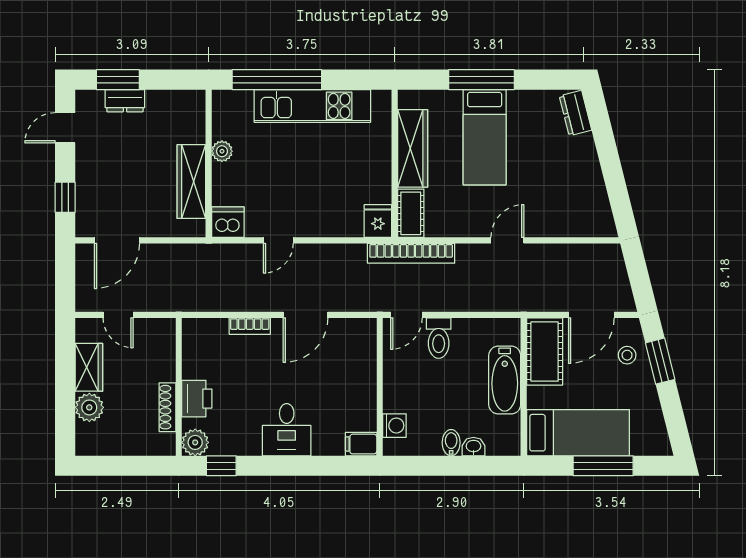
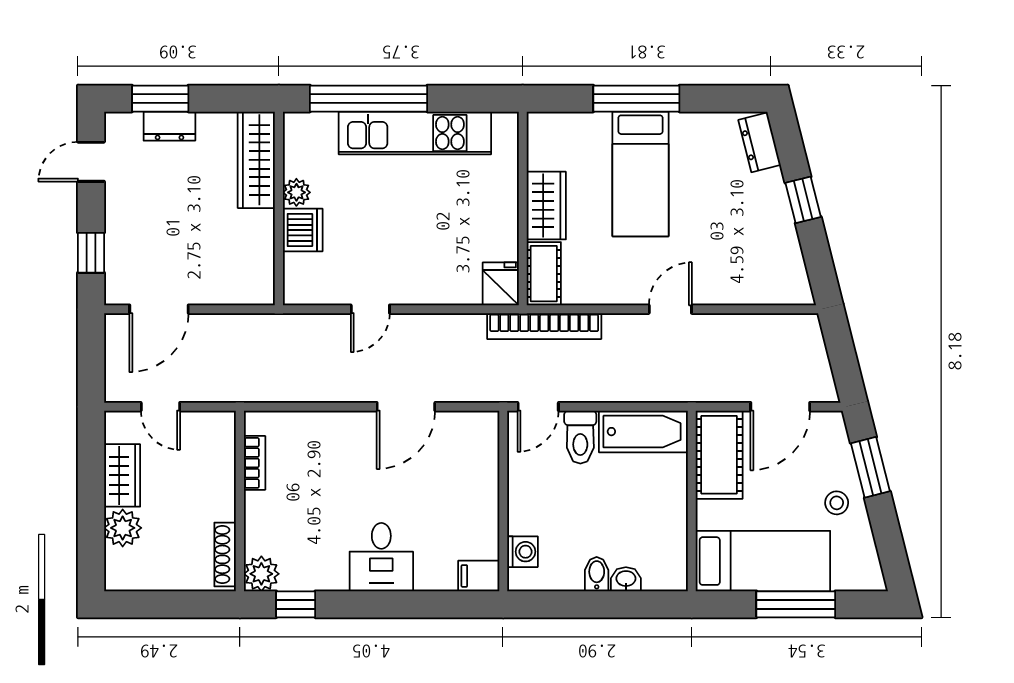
wardrobe: (413, 148) -> (546, 206), width x0.67
window: (609, 157) -> (803, 200), added
wardrobe: (191, 182) -> (256, 160), moved
dishwasher: (228, 222) -> (303, 230), moved, turned 90
bookcase: (250, 326) -> (255, 463), moved, turned -90
stool: (627, 355) -> (837, 503), moved
bathtub: (505, 380) -> (643, 432), moved, turned -90
printer: (197, 399) -> (264, 516), removed
shoe rack: (167, 407) -> (225, 554), moved

